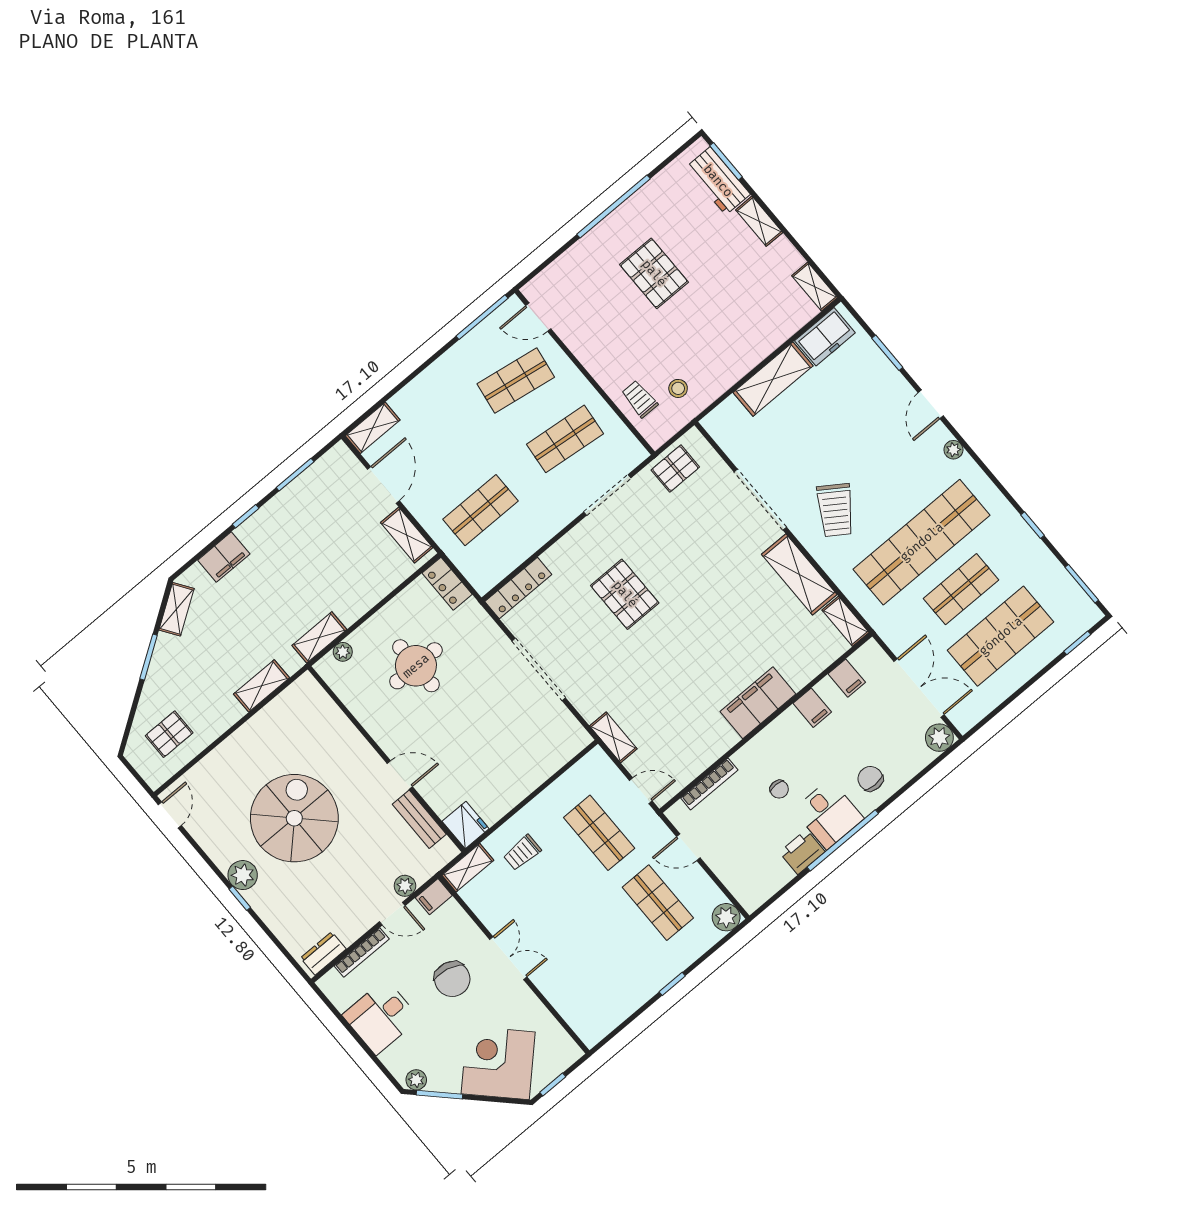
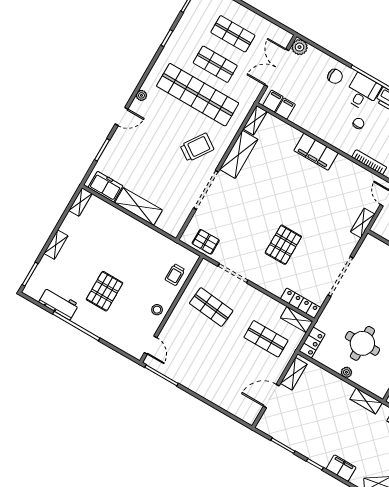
workbench: (718, 181) -> (59, 303), moved, turned -90
shop shelf: (516, 380) -> (189, 345), removed
stool: (678, 388) -> (157, 310), moved
shelving: (373, 428) -> (297, 320), moved
shop shelf: (1001, 636) -> (233, 34), width x0.70, depth x0.74
plant: (343, 652) -> (346, 372), moved
filing cabinet: (812, 708) -> (273, 101), moved
chair: (870, 779) -> (335, 76), turned -90

